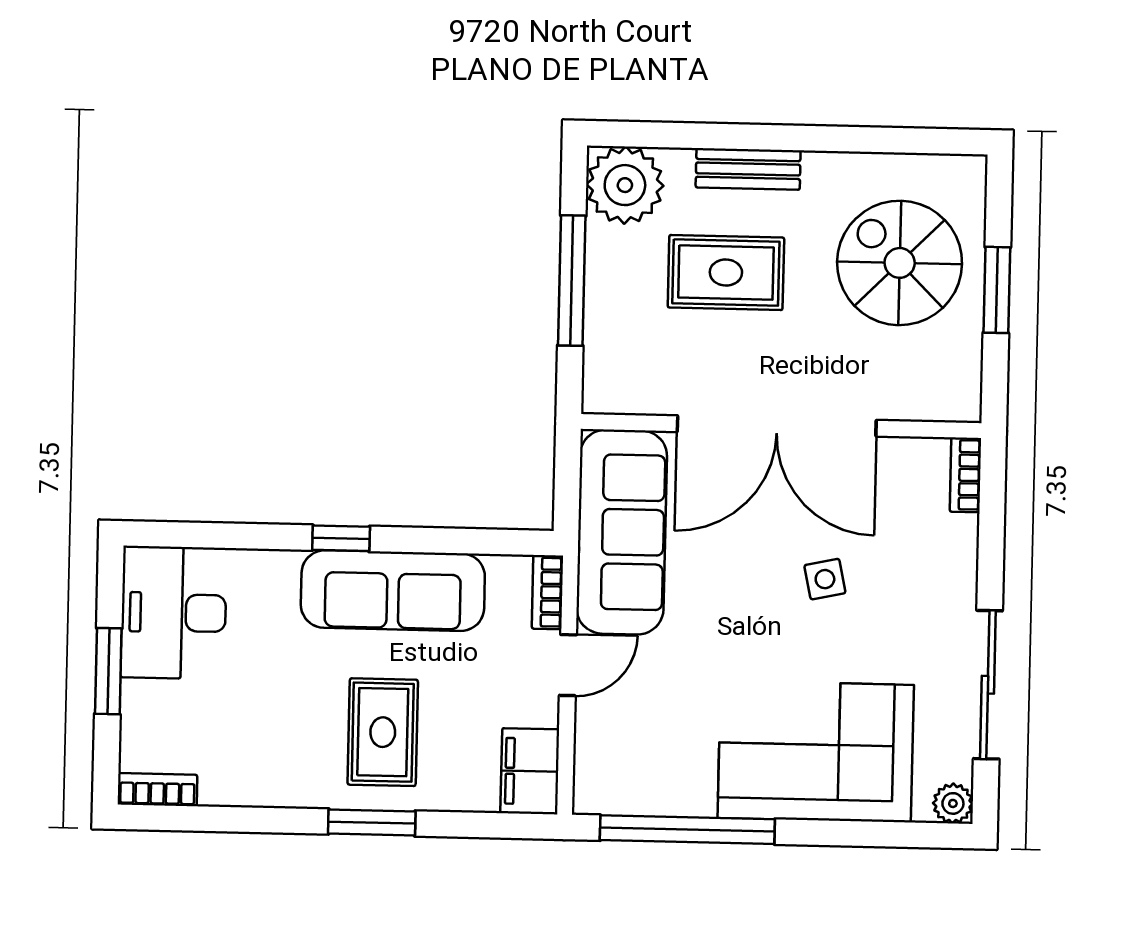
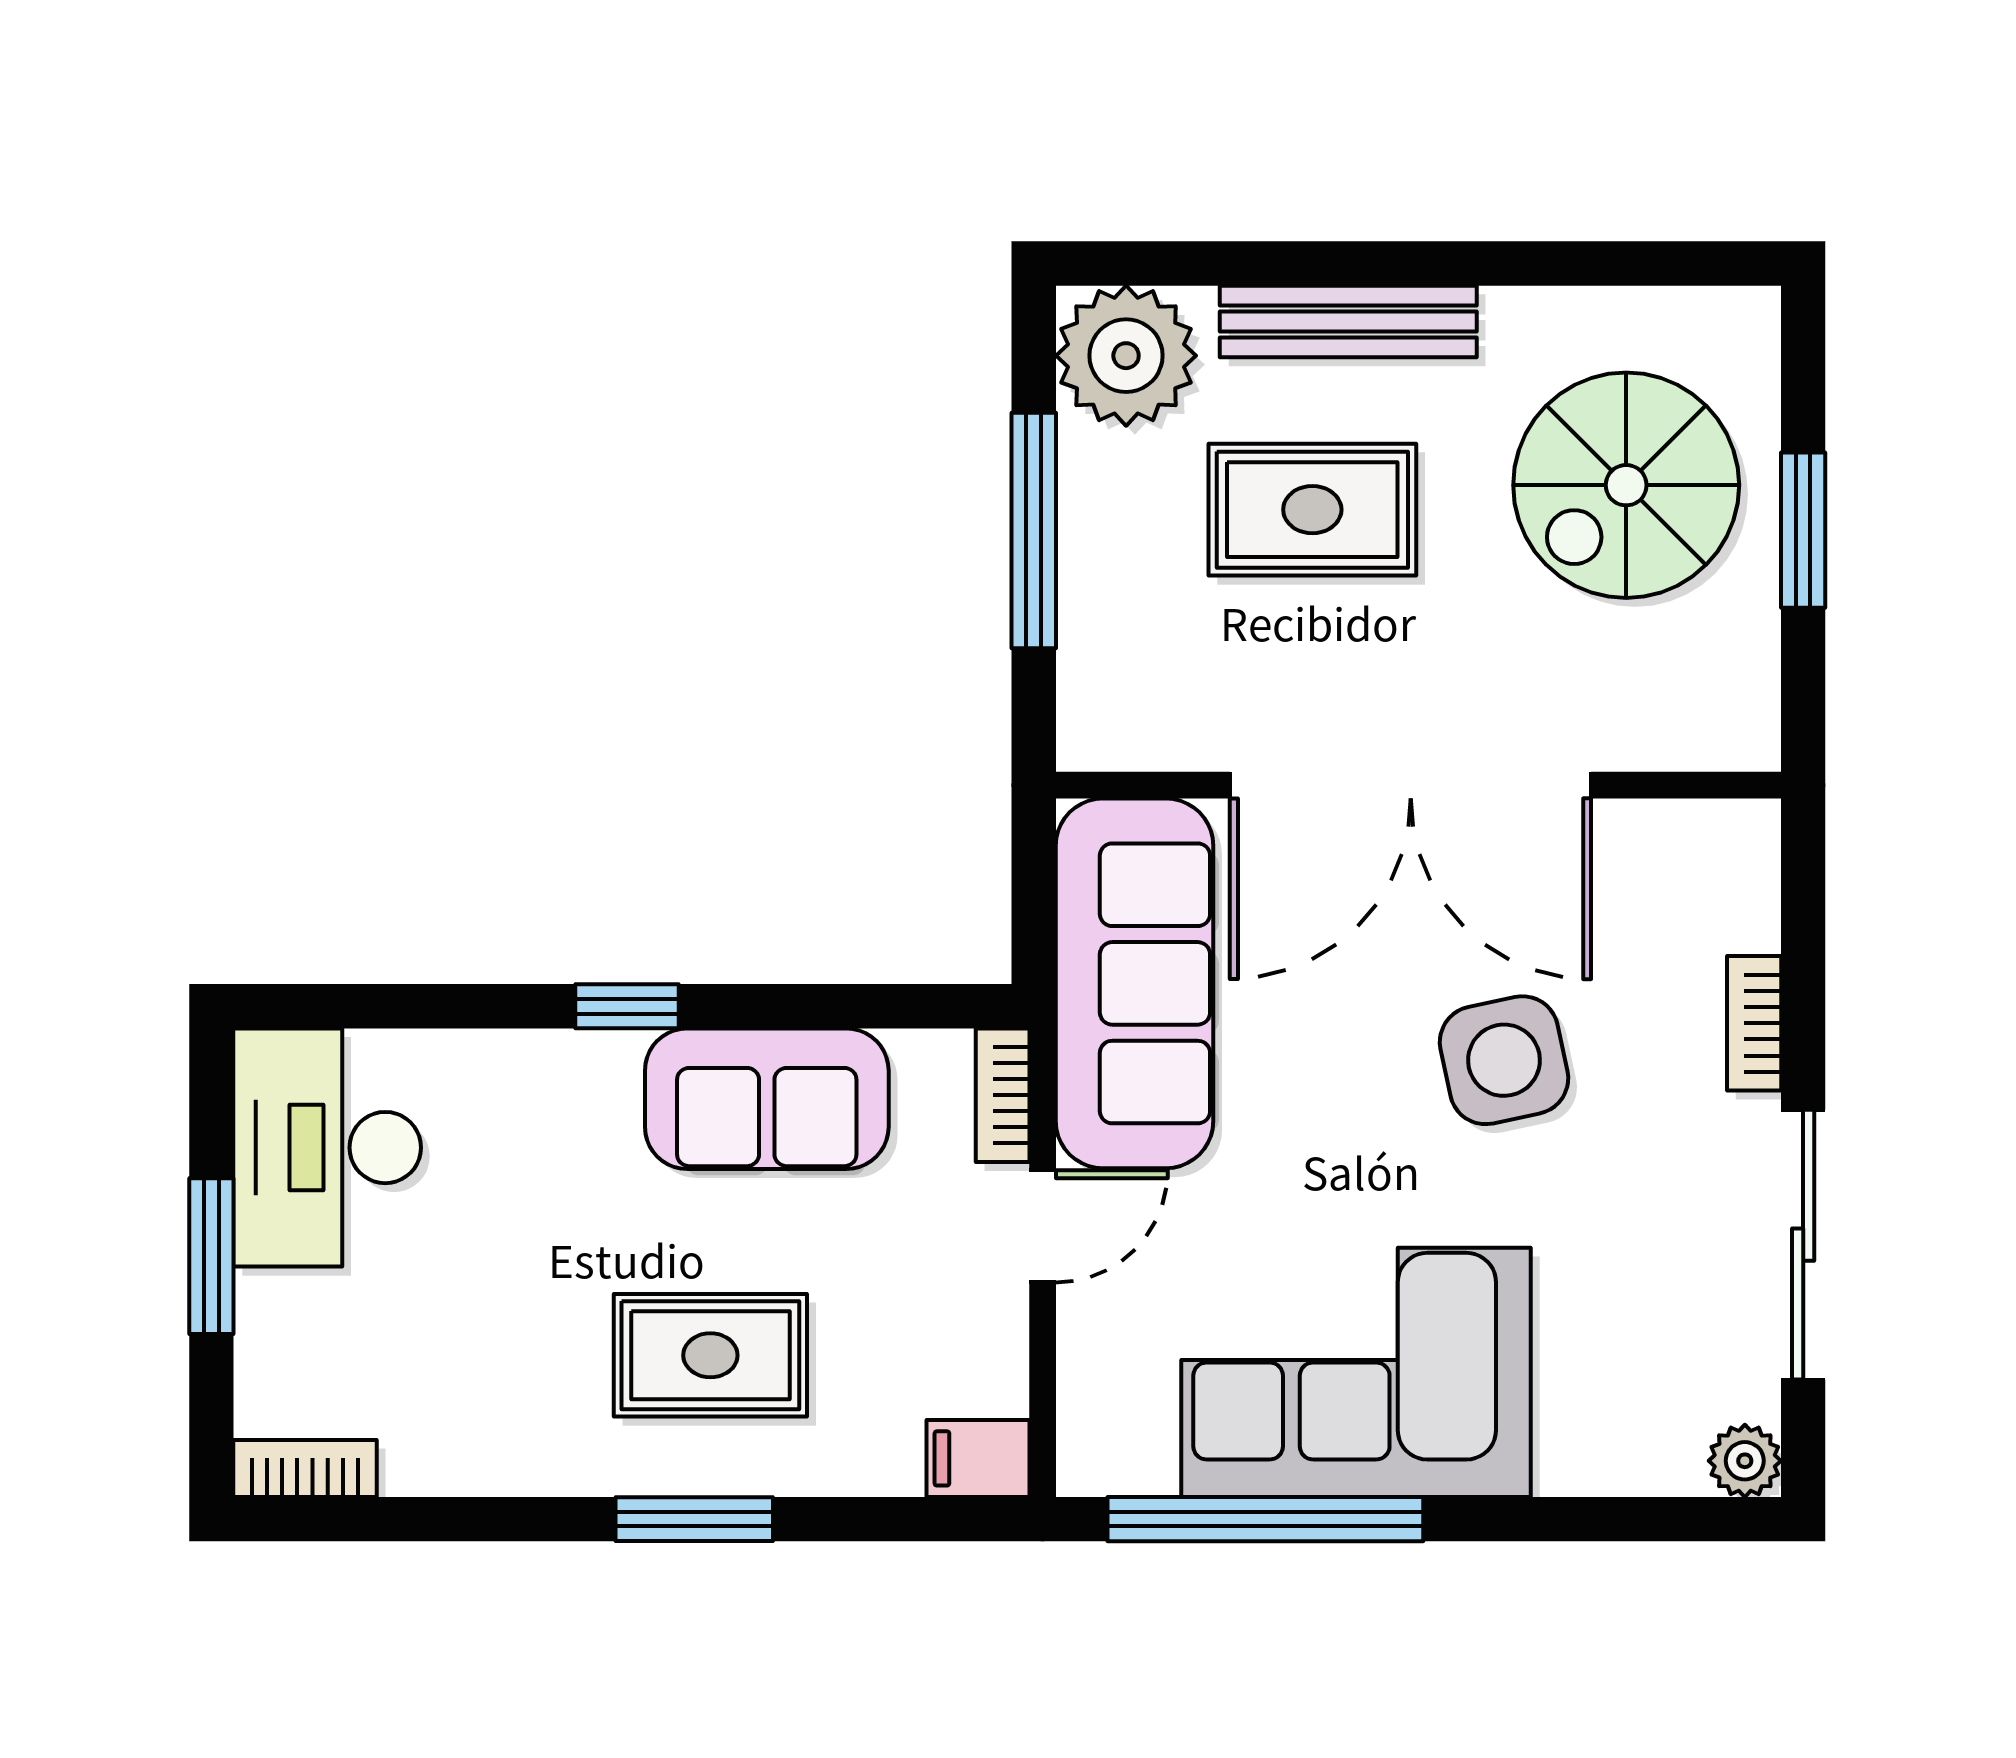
bench: (748, 169) -> (1348, 321), width x1.36
spiral stairs: (900, 263) -> (1626, 485), turned -90
bookcase: (965, 475) -> (1754, 1023), moved
side table: (825, 579) -> (1504, 1060), width x1.87, depth x1.87
sofa: (393, 591) -> (767, 1099), width x0.73
rug: (383, 732) -> (710, 1355), turned 90
corner sofa: (816, 751) -> (1356, 1372), moved
filing cabinet: (530, 771) -> (978, 1458), width x0.50

